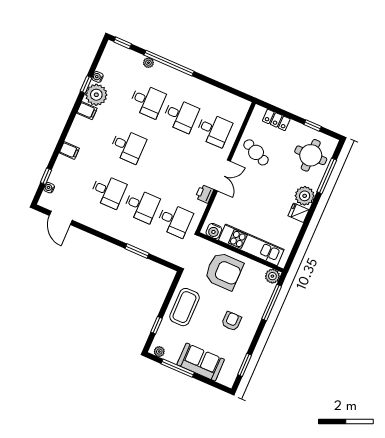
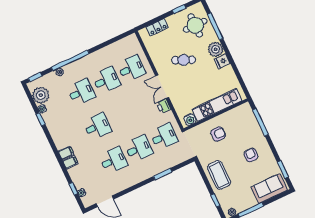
plant: (96, 95) -> (41, 95), moved
filing cabinet: (87, 111) -> (66, 153), moved
cafe table: (256, 152) -> (184, 60), moved
double door: (222, 175) -> (162, 87), swing flipped
armchair: (224, 271) -> (218, 134), width x0.53, depth x0.53
plant: (272, 276) -> (246, 109), removed
sofa: (201, 362) -> (269, 189), moved

